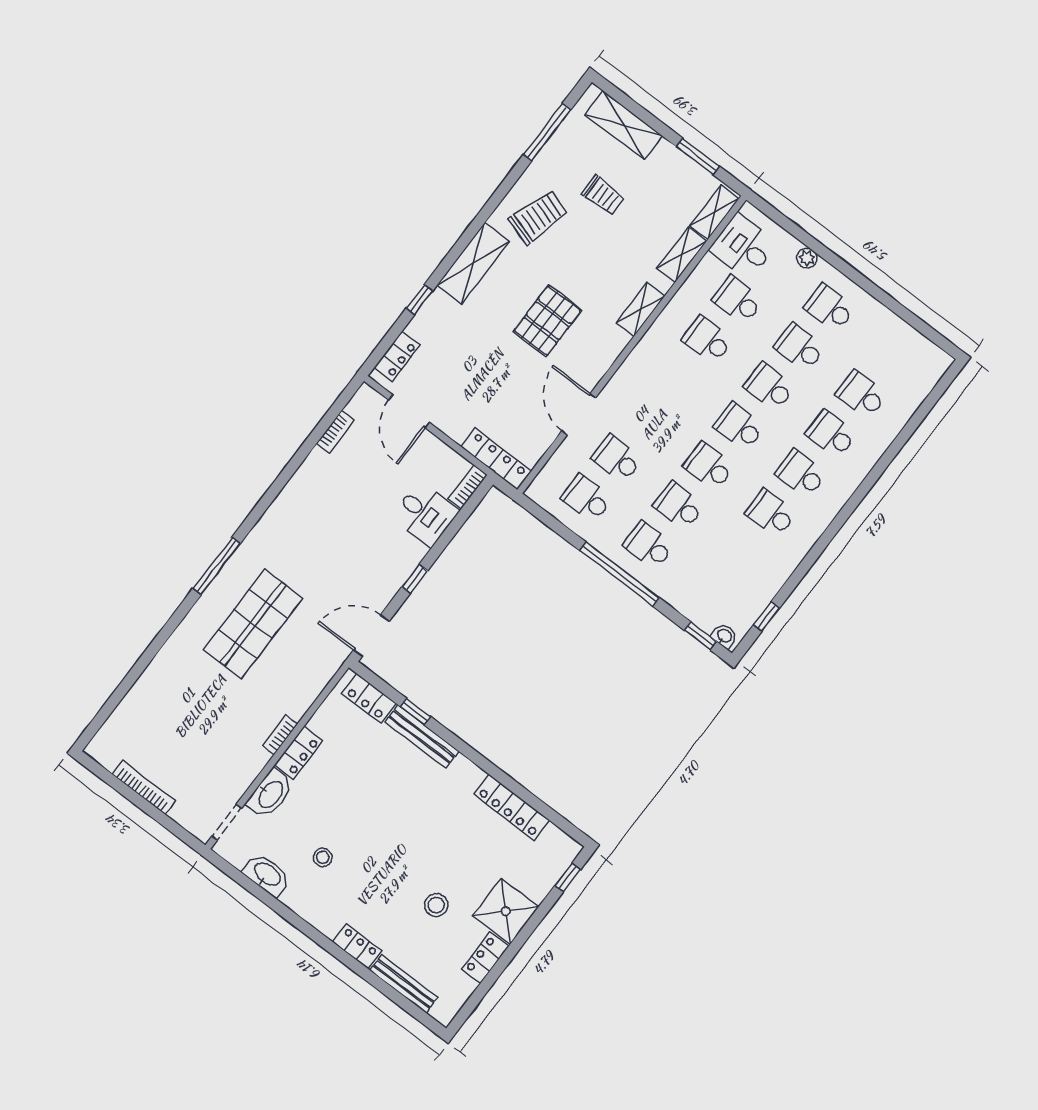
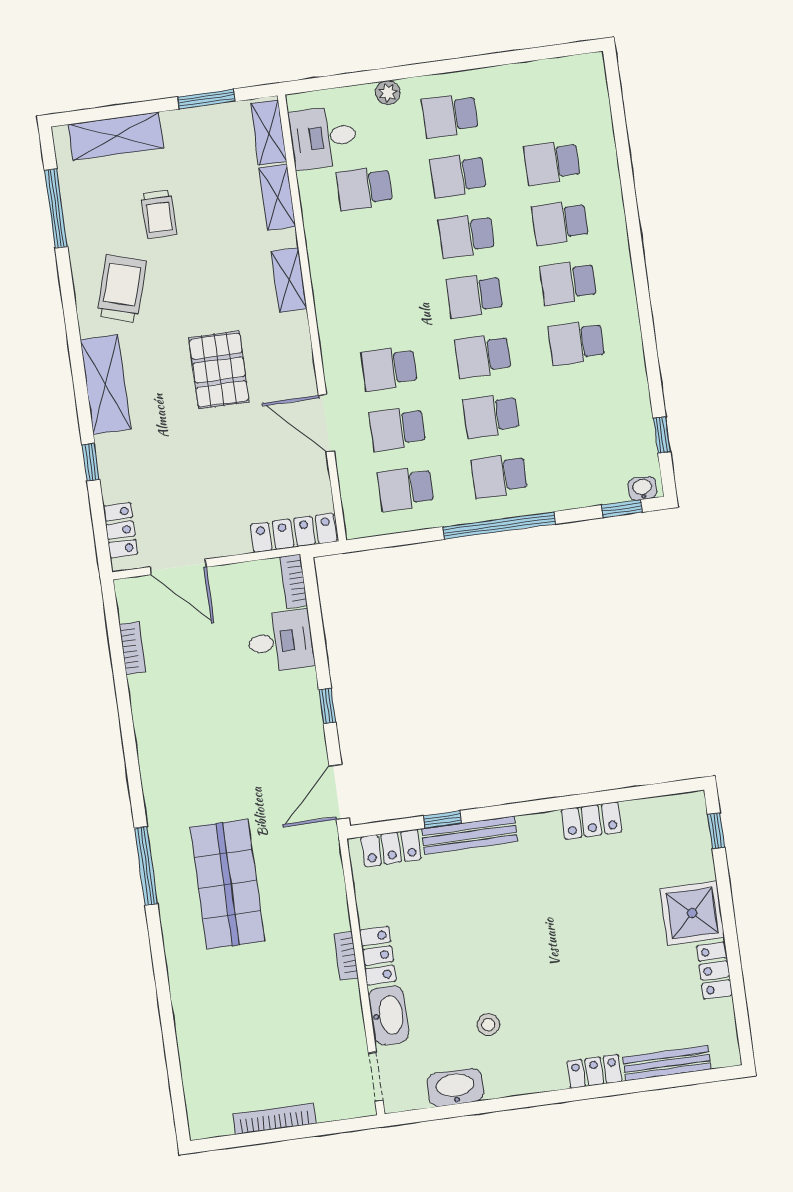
trolley: (603, 195) -> (159, 214), turned 90
school desk: (707, 340) -> (389, 369), moved
locker: (512, 807) -> (592, 821), width x0.66
stool: (436, 905) -> (627, 968), removed

